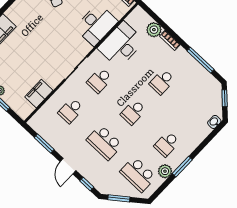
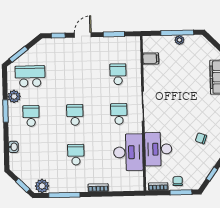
plant: (154, 30) -> (42, 186), moved
filing cabinet: (39, 94) -> (151, 59), width x0.50
washbasin: (214, 122) -> (13, 147), moved
school desk: (104, 142) -> (74, 75), removed
door: (68, 166) -> (83, 35), hinge flipped
window: (119, 198) -> (18, 54), moved

